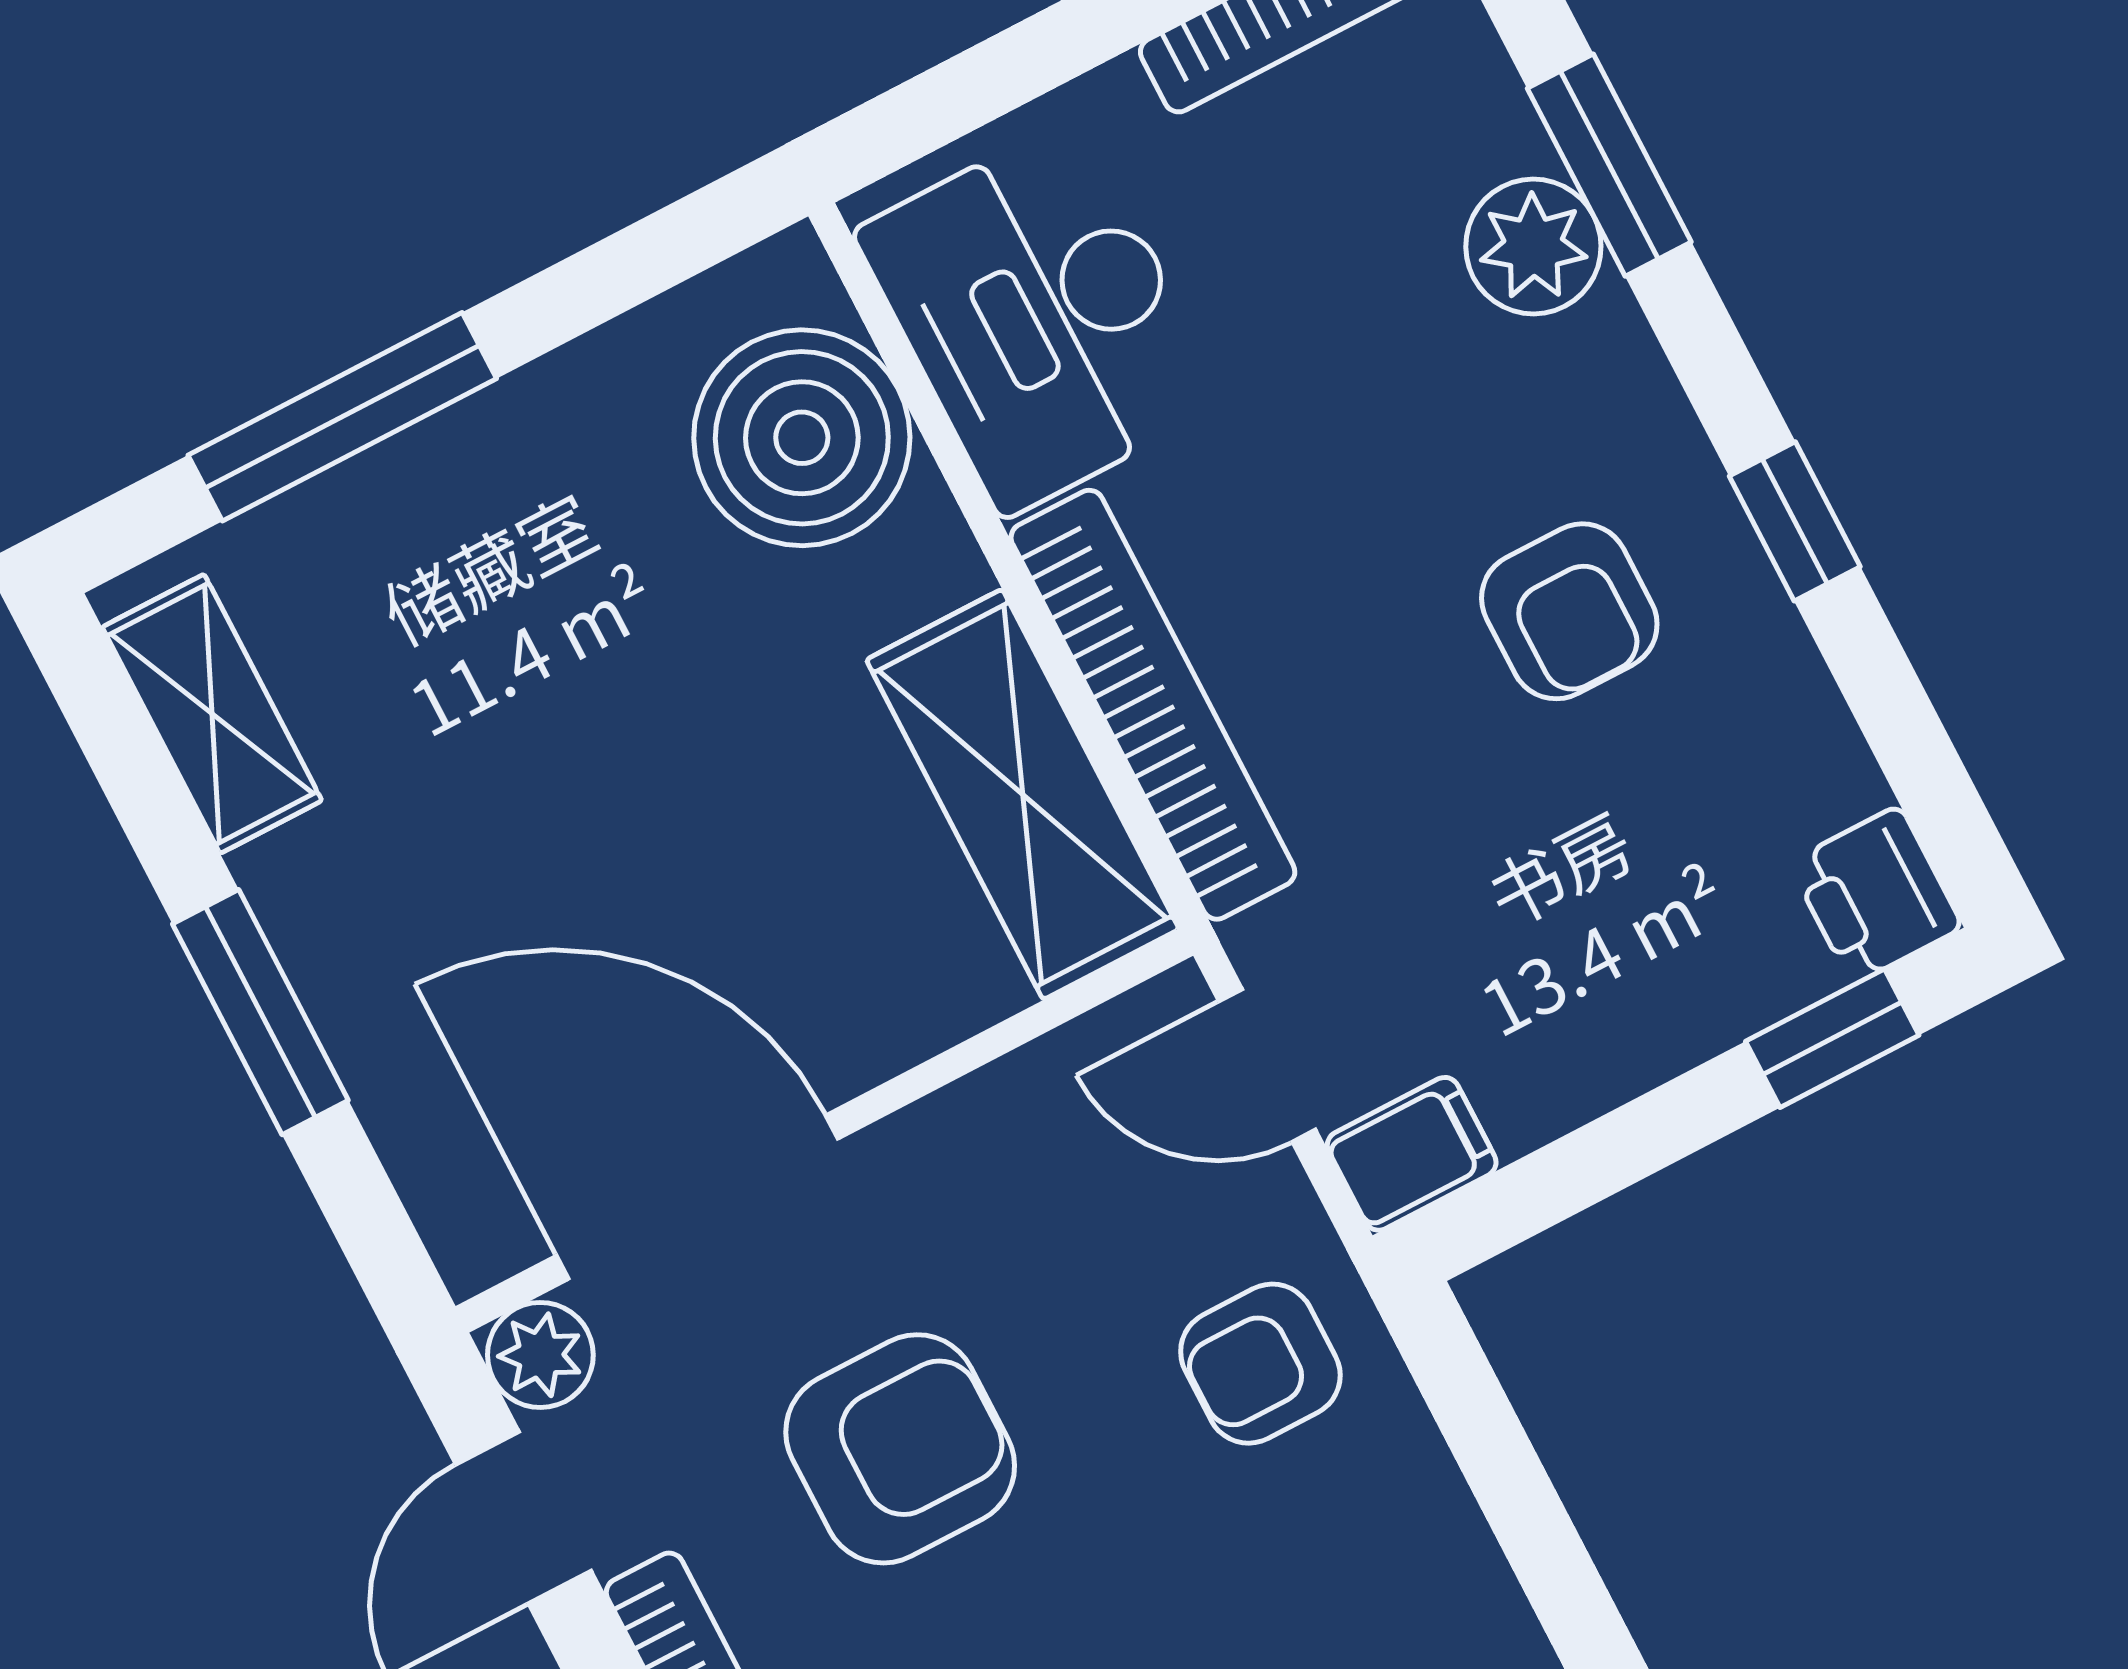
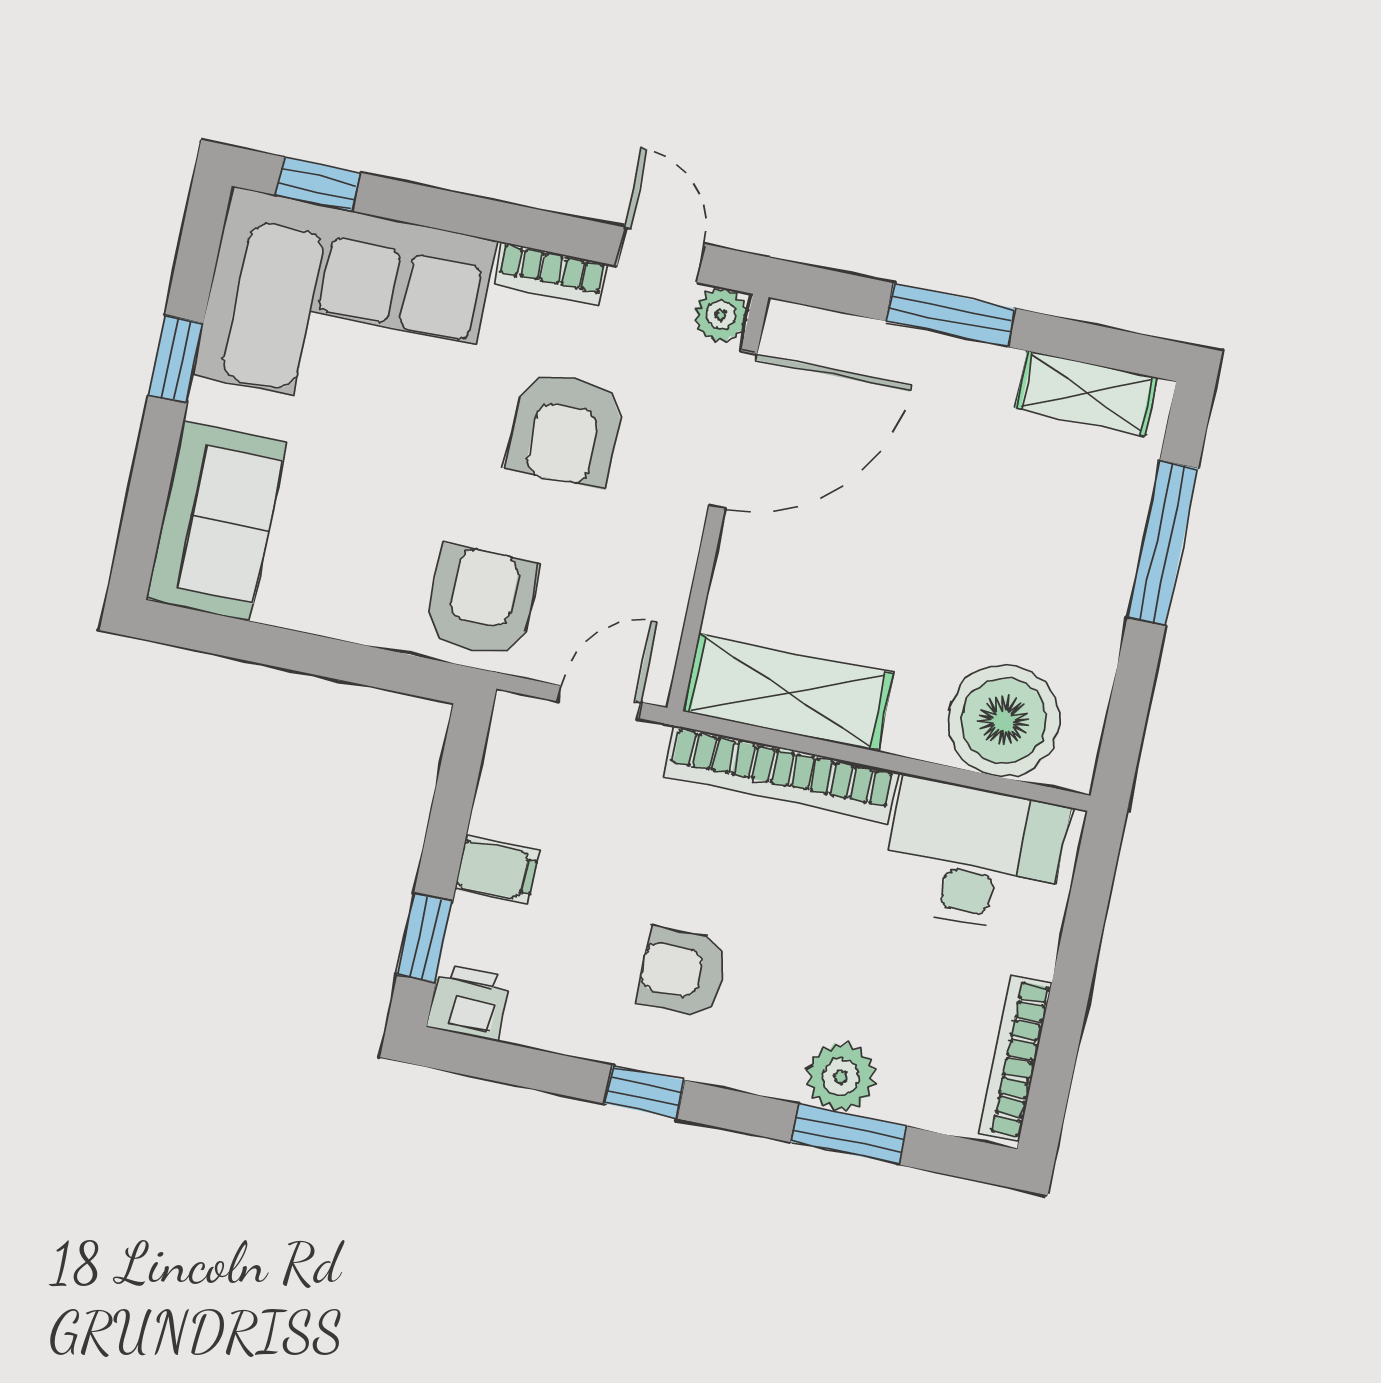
filing cabinet: (1412, 1154) -> (497, 870), moved, turned -90
armchair: (1260, 1364) -> (482, 601), width x1.38, depth x1.38

